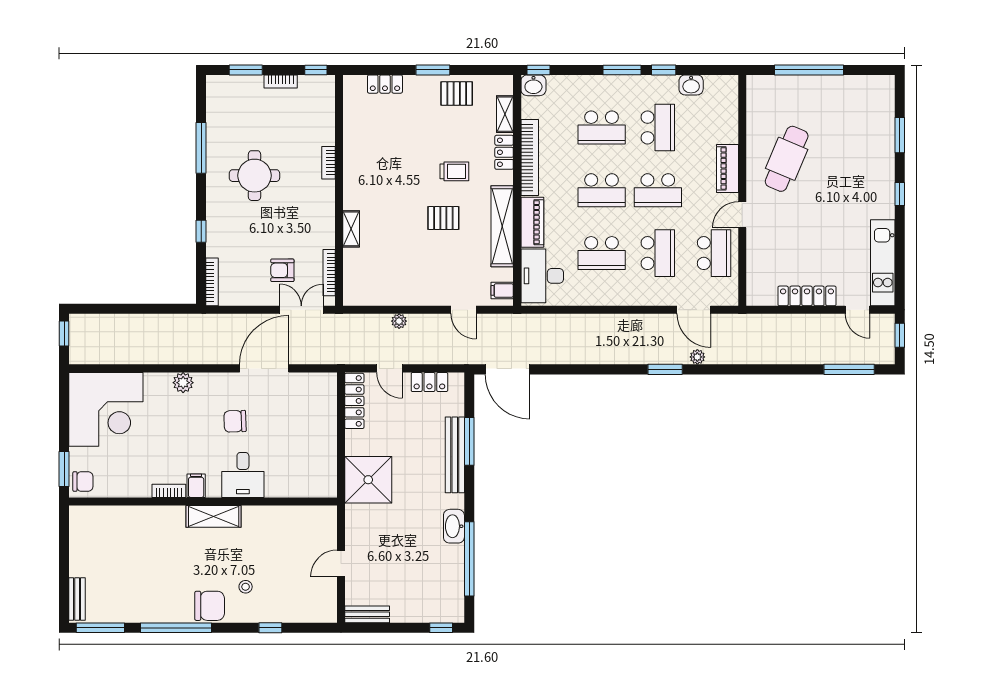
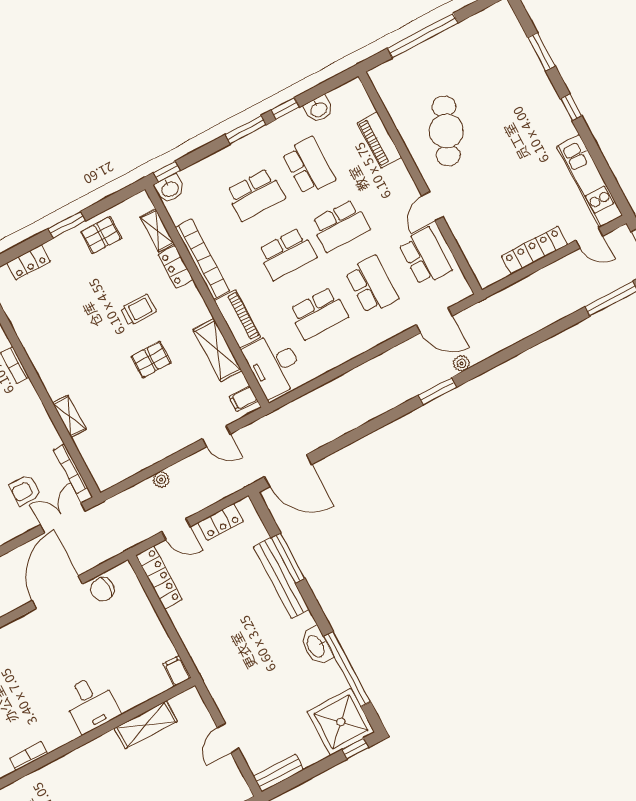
piano: (728, 168) -> (379, 140), moved
shelving: (502, 226) -> (217, 350), width x0.68
chair: (235, 421) -> (103, 589), moved
shower: (368, 480) -> (341, 722), moved
filing cabinet: (196, 486) -> (177, 671), moved
shelving: (214, 516) -> (146, 725), moved

